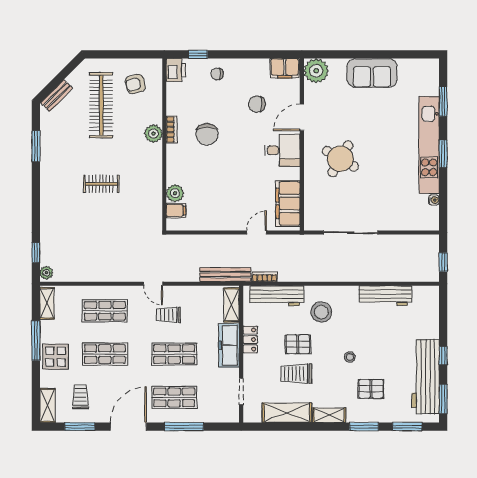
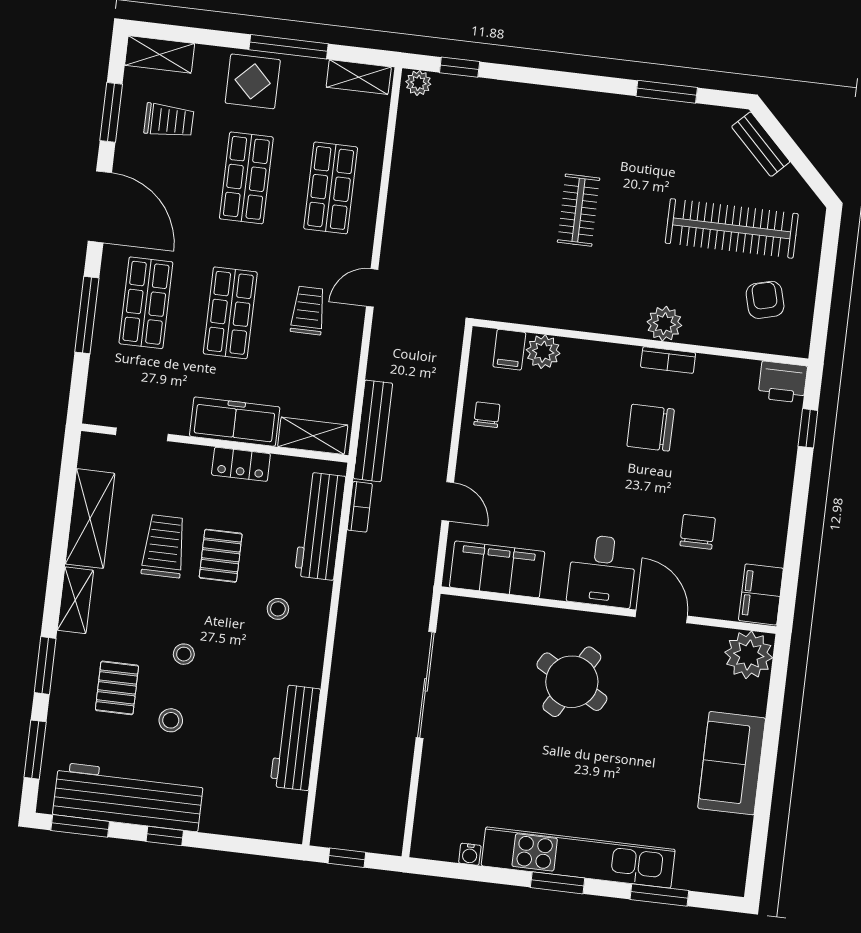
chair: (217, 74) -> (487, 415), moved
stool: (321, 312) -> (278, 609), width x0.53, depth x0.53
stool: (384, 360) -> (171, 720), added

